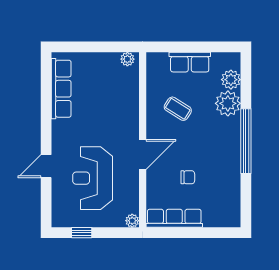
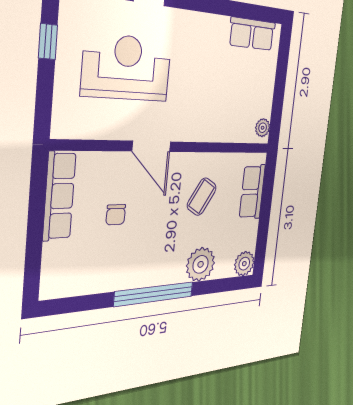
row of seats: (190, 62) -> (252, 192), moved
plant: (231, 80) -> (244, 264), moved
row of seats: (61, 89) -> (252, 34), width x0.68
plant: (132, 221) -> (61, 128), removed

